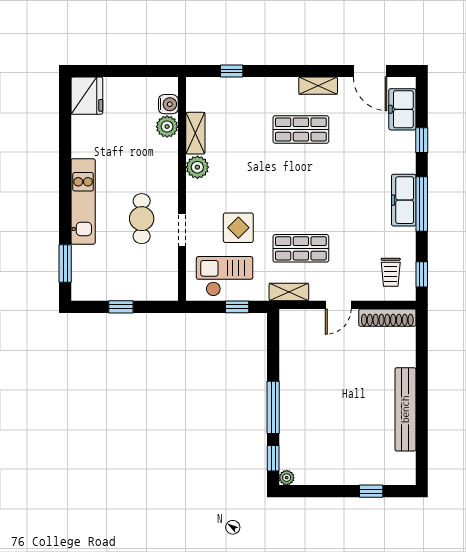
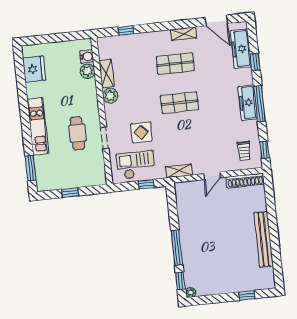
fridge: (87, 96) -> (34, 69), moved
freezer: (402, 109) -> (241, 49), width x1.40
shop shelf: (301, 248) -> (179, 103), moved

